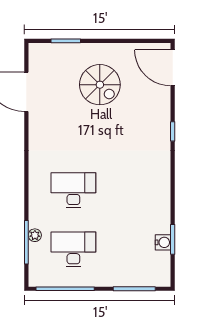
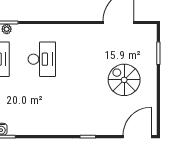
spiral stairs: (100, 85) -> (124, 80), turned 90

